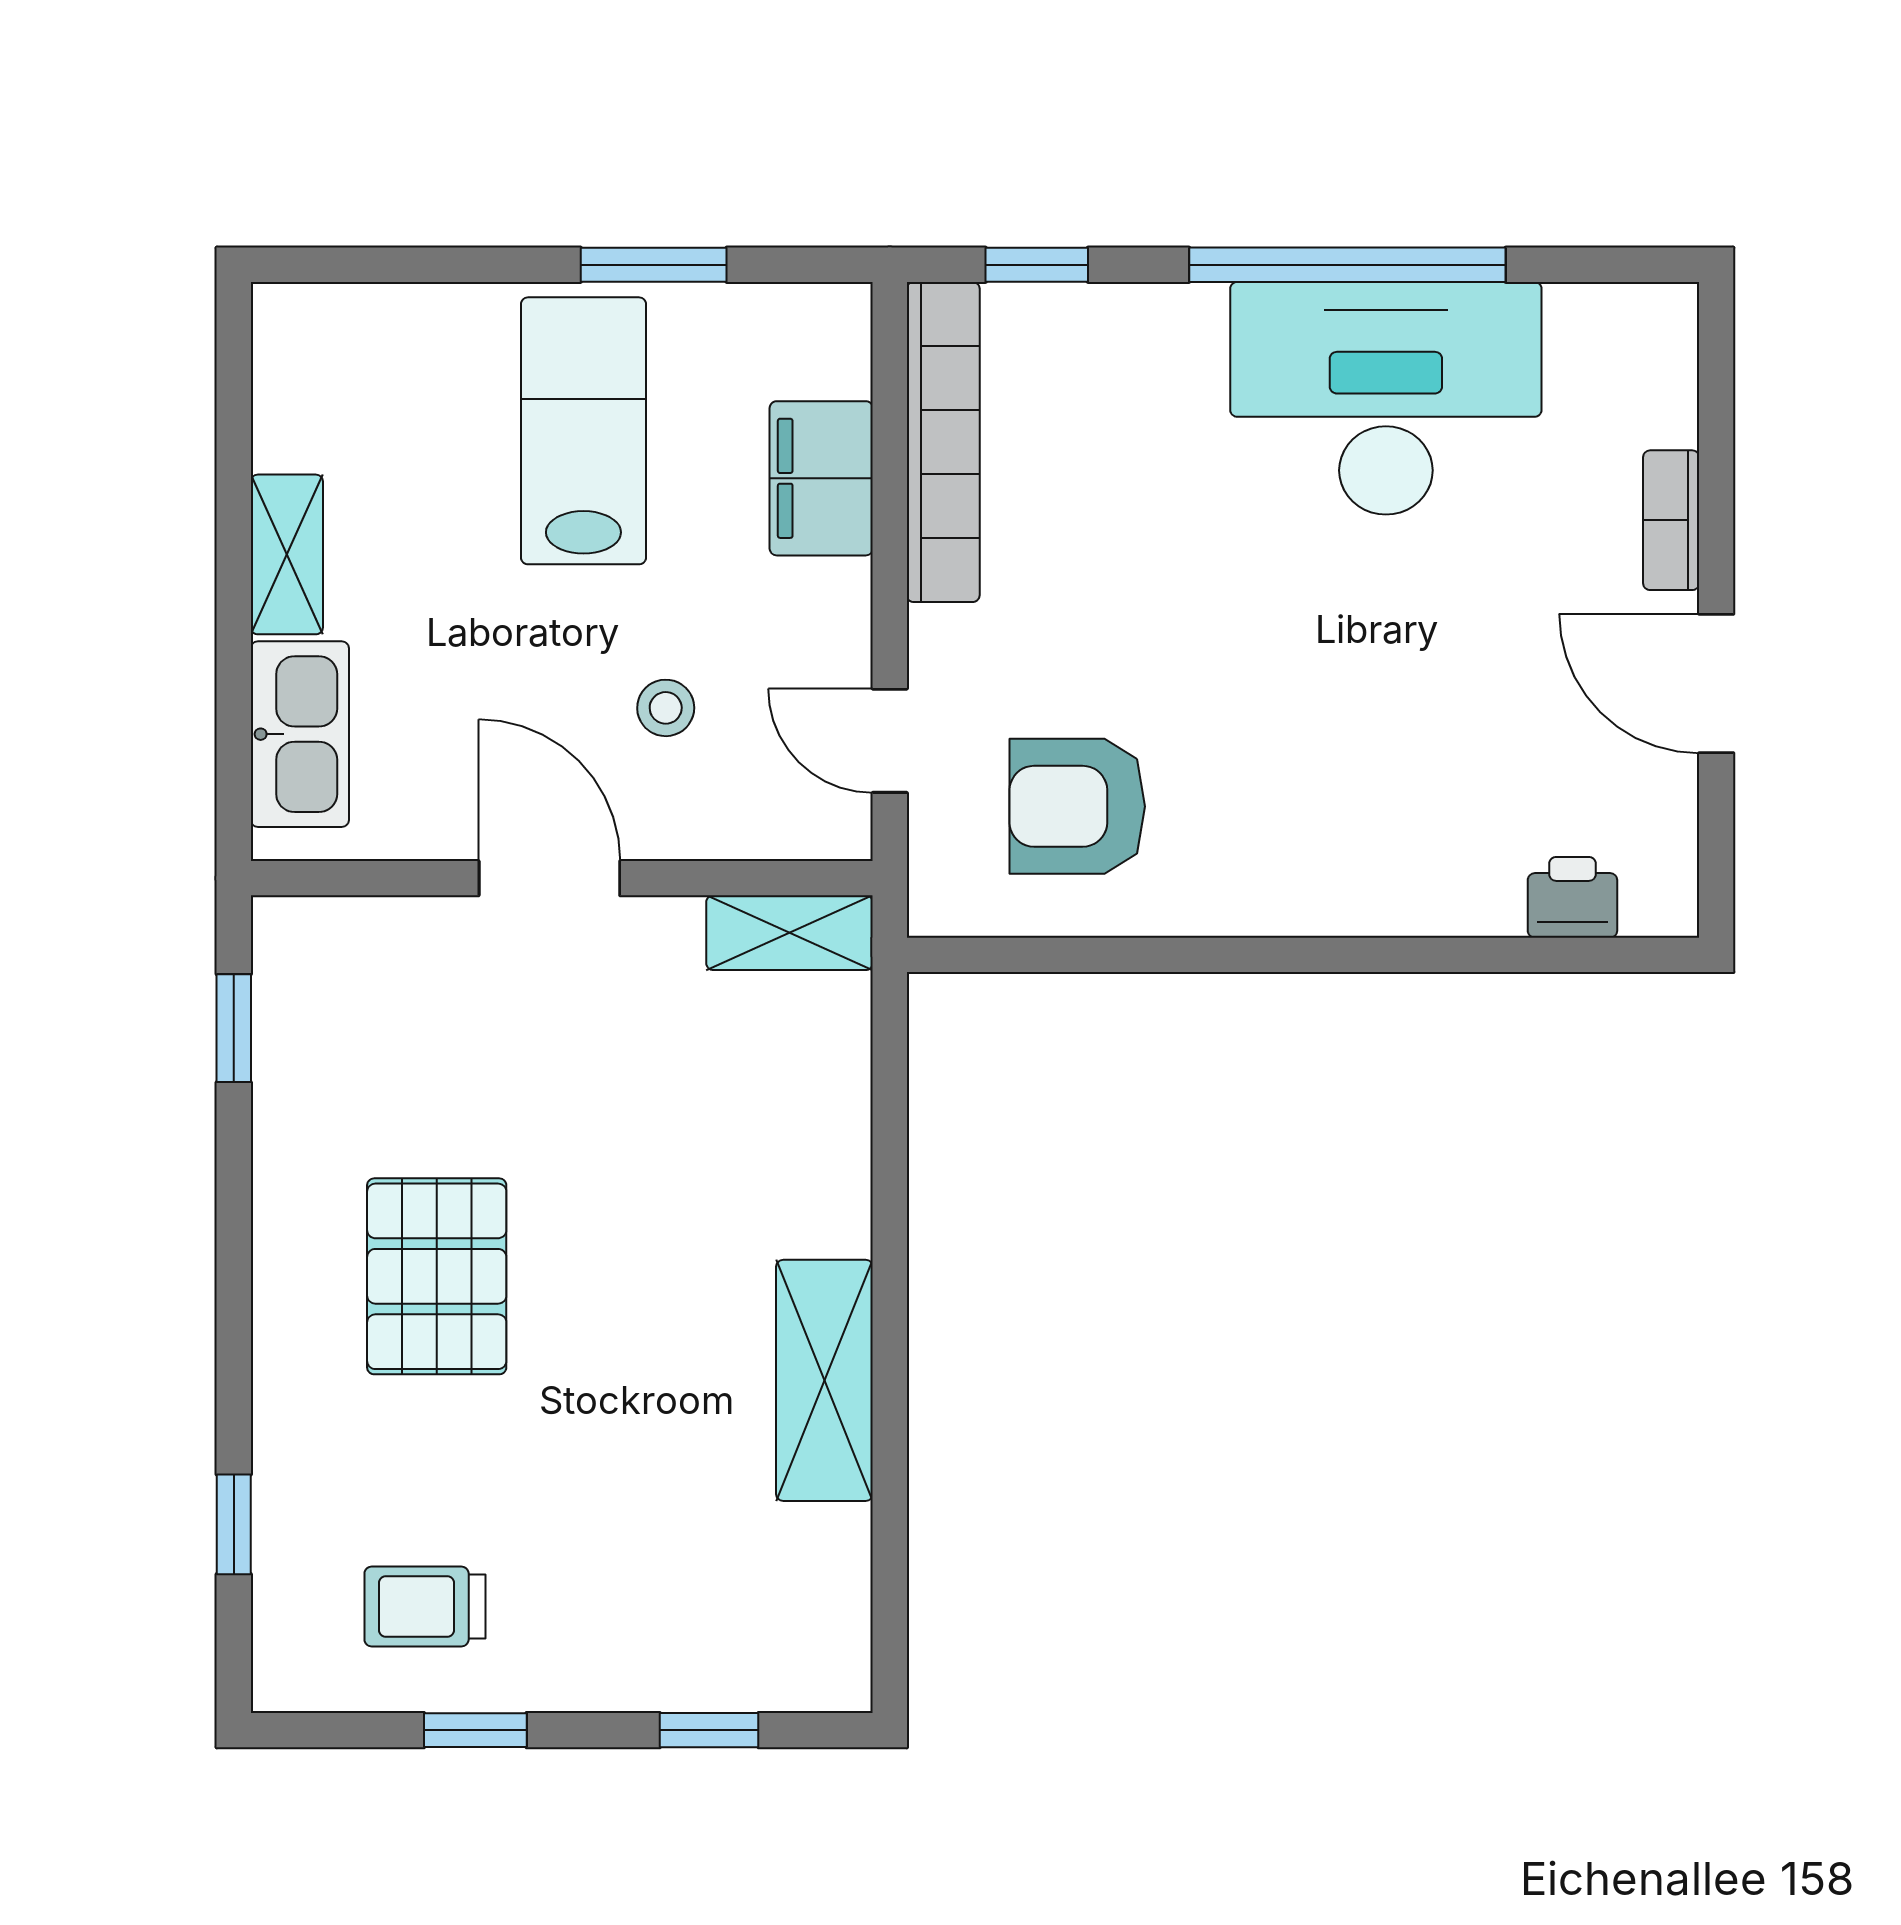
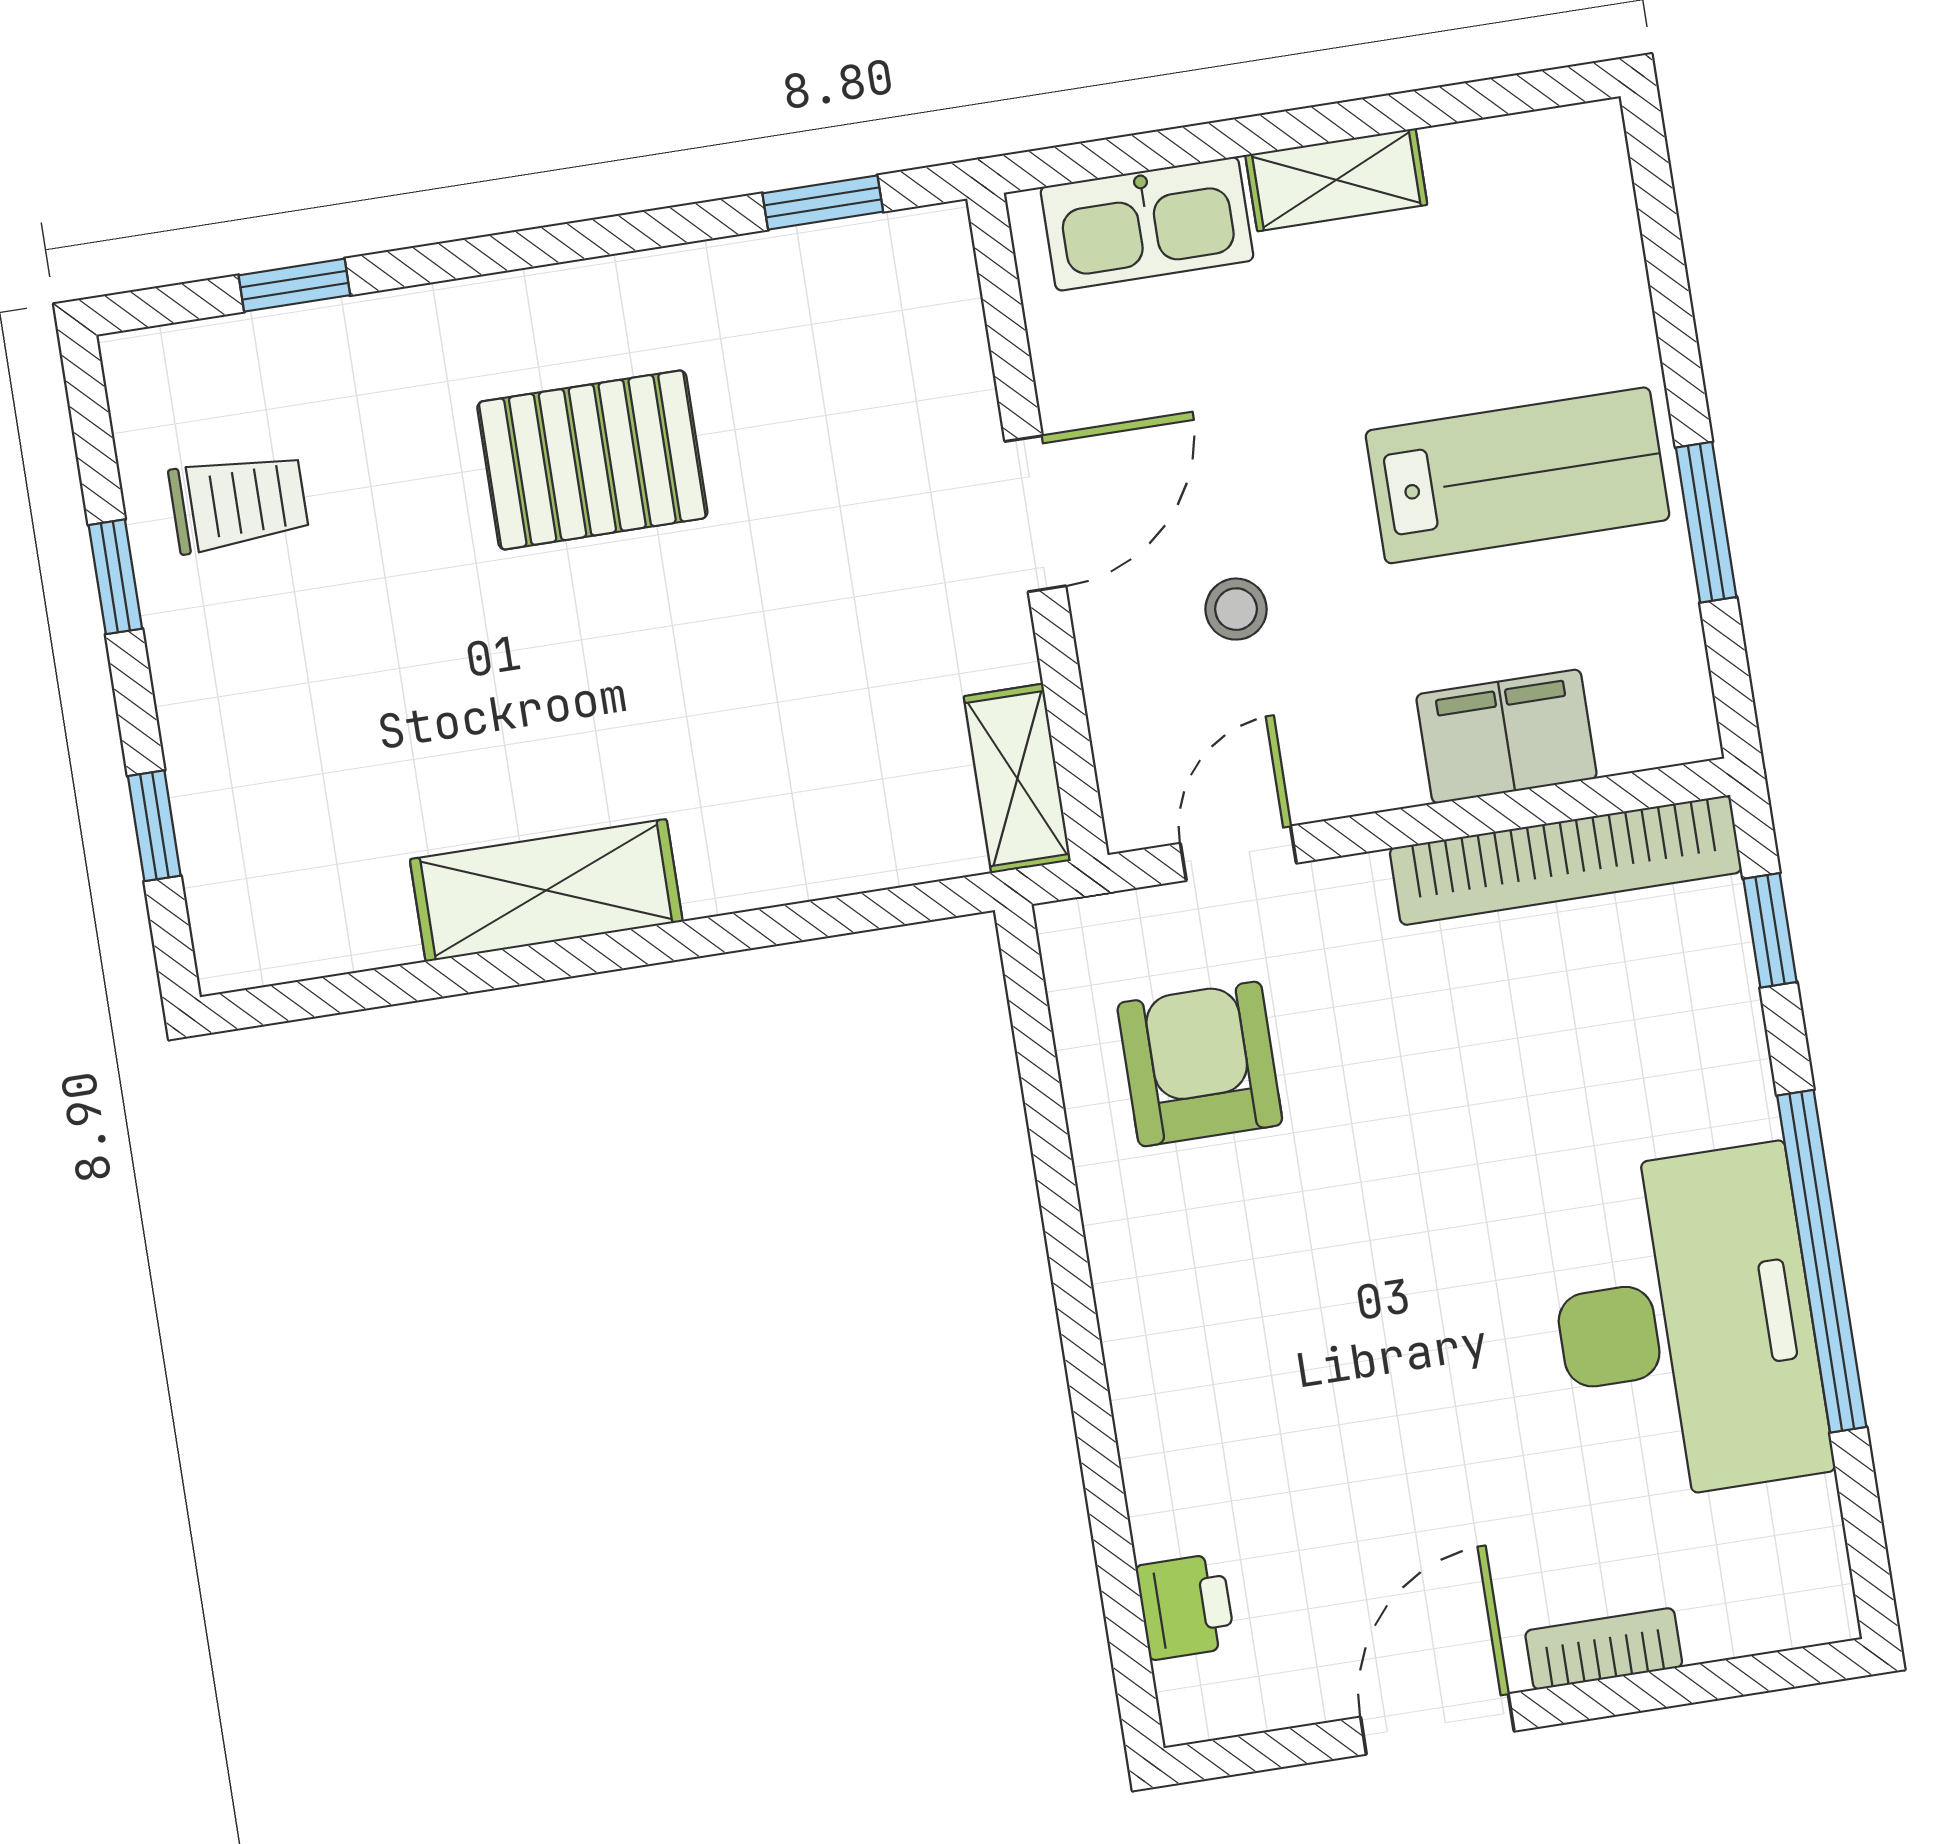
trolley: (425, 1607) -> (239, 503), turned 90

